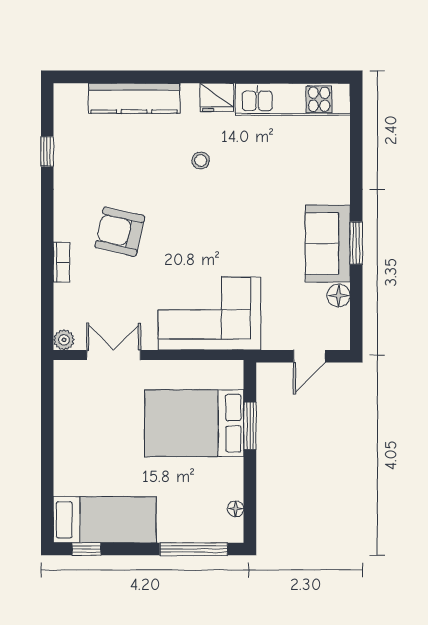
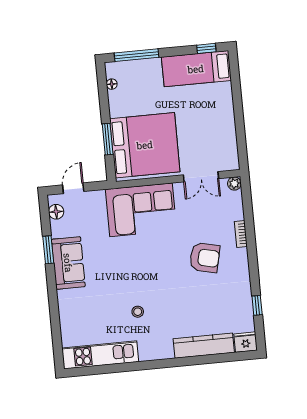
fridge: (217, 97) -> (246, 342), moved
stool: (201, 160) -> (138, 312), moved
window: (356, 243) -> (48, 250), moved
floor lamp: (339, 295) -> (56, 212), moved
bed: (194, 423) -> (145, 145), width x1.36

